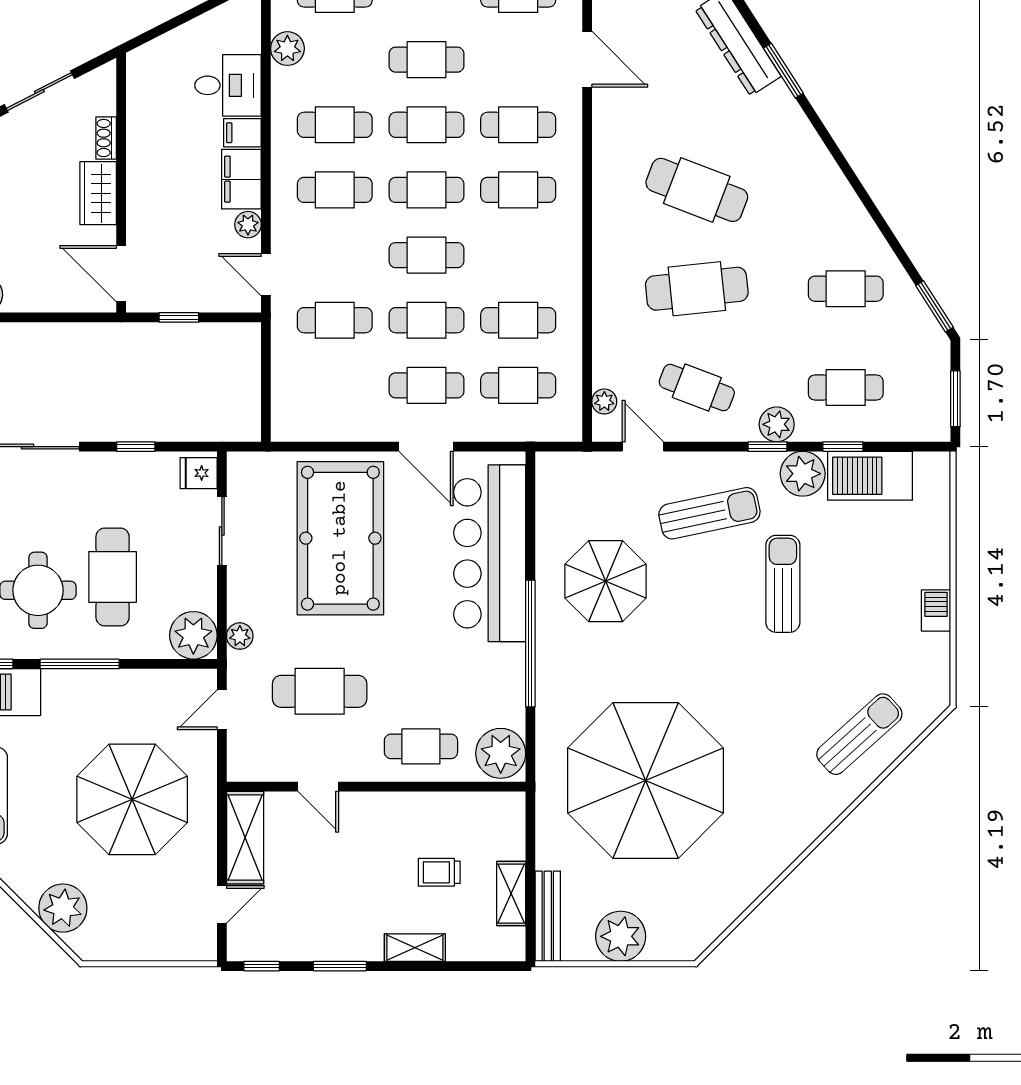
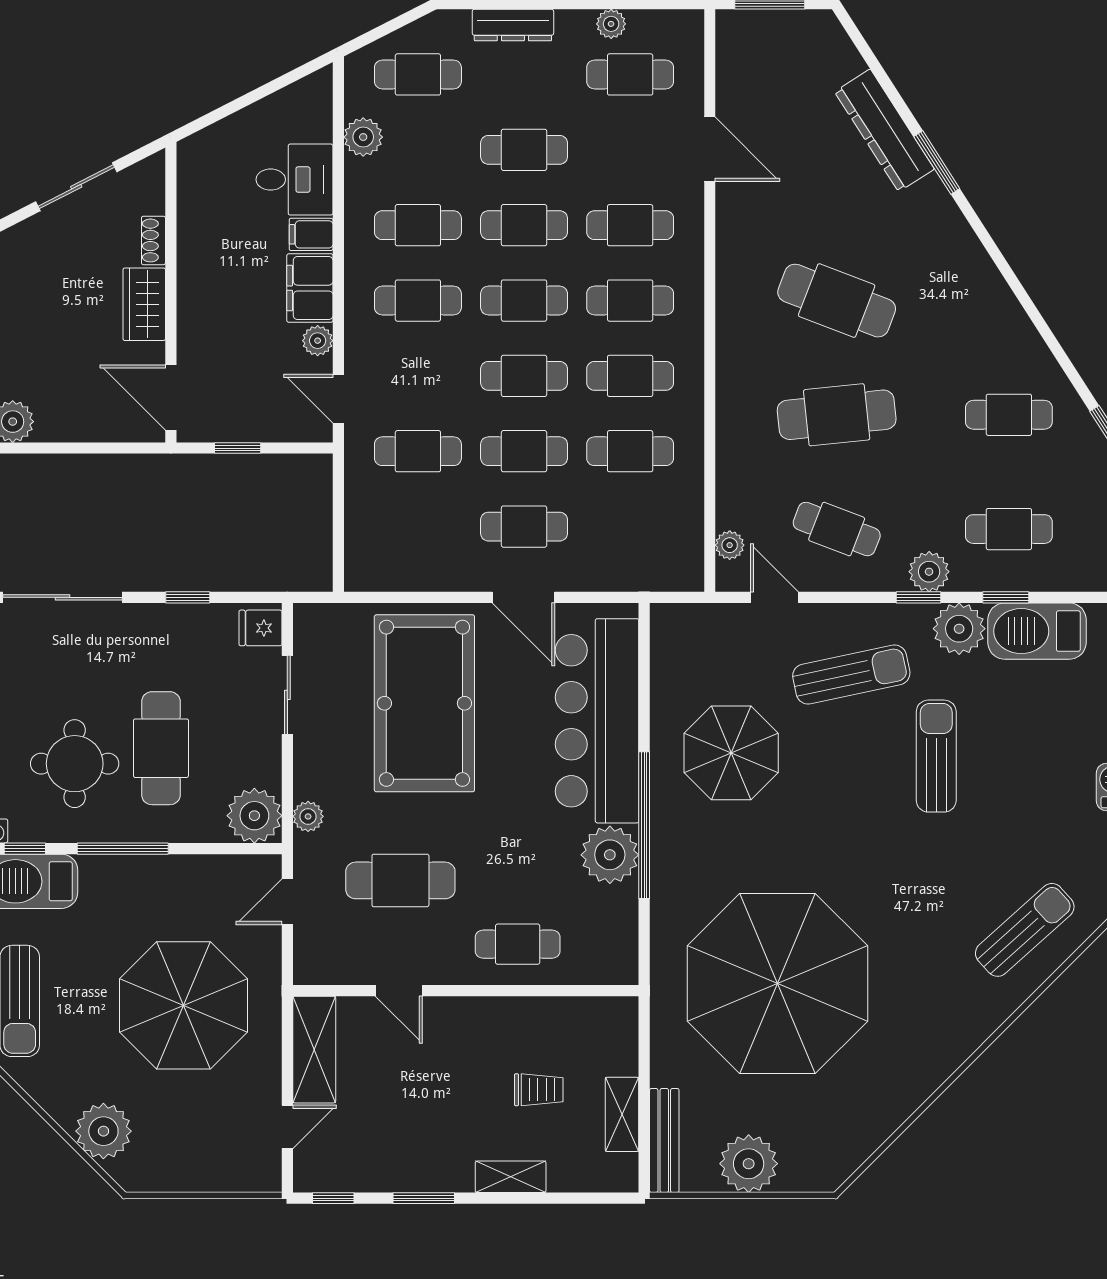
cafe table: (518, 385) -> (630, 376), moved
plant: (501, 753) -> (610, 855), moved
trolley: (439, 872) -> (539, 1090), turned 180

